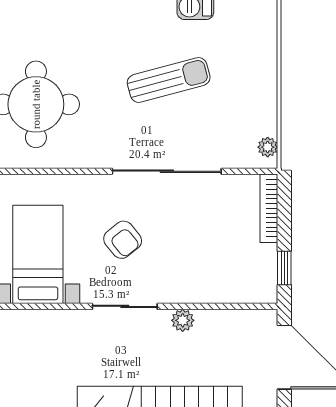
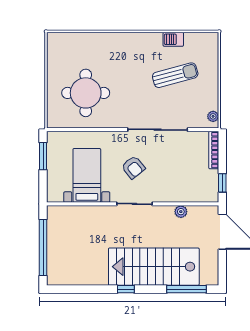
sun lounger: (169, 80) -> (175, 75), moved
plant: (183, 320) -> (181, 212), moved

